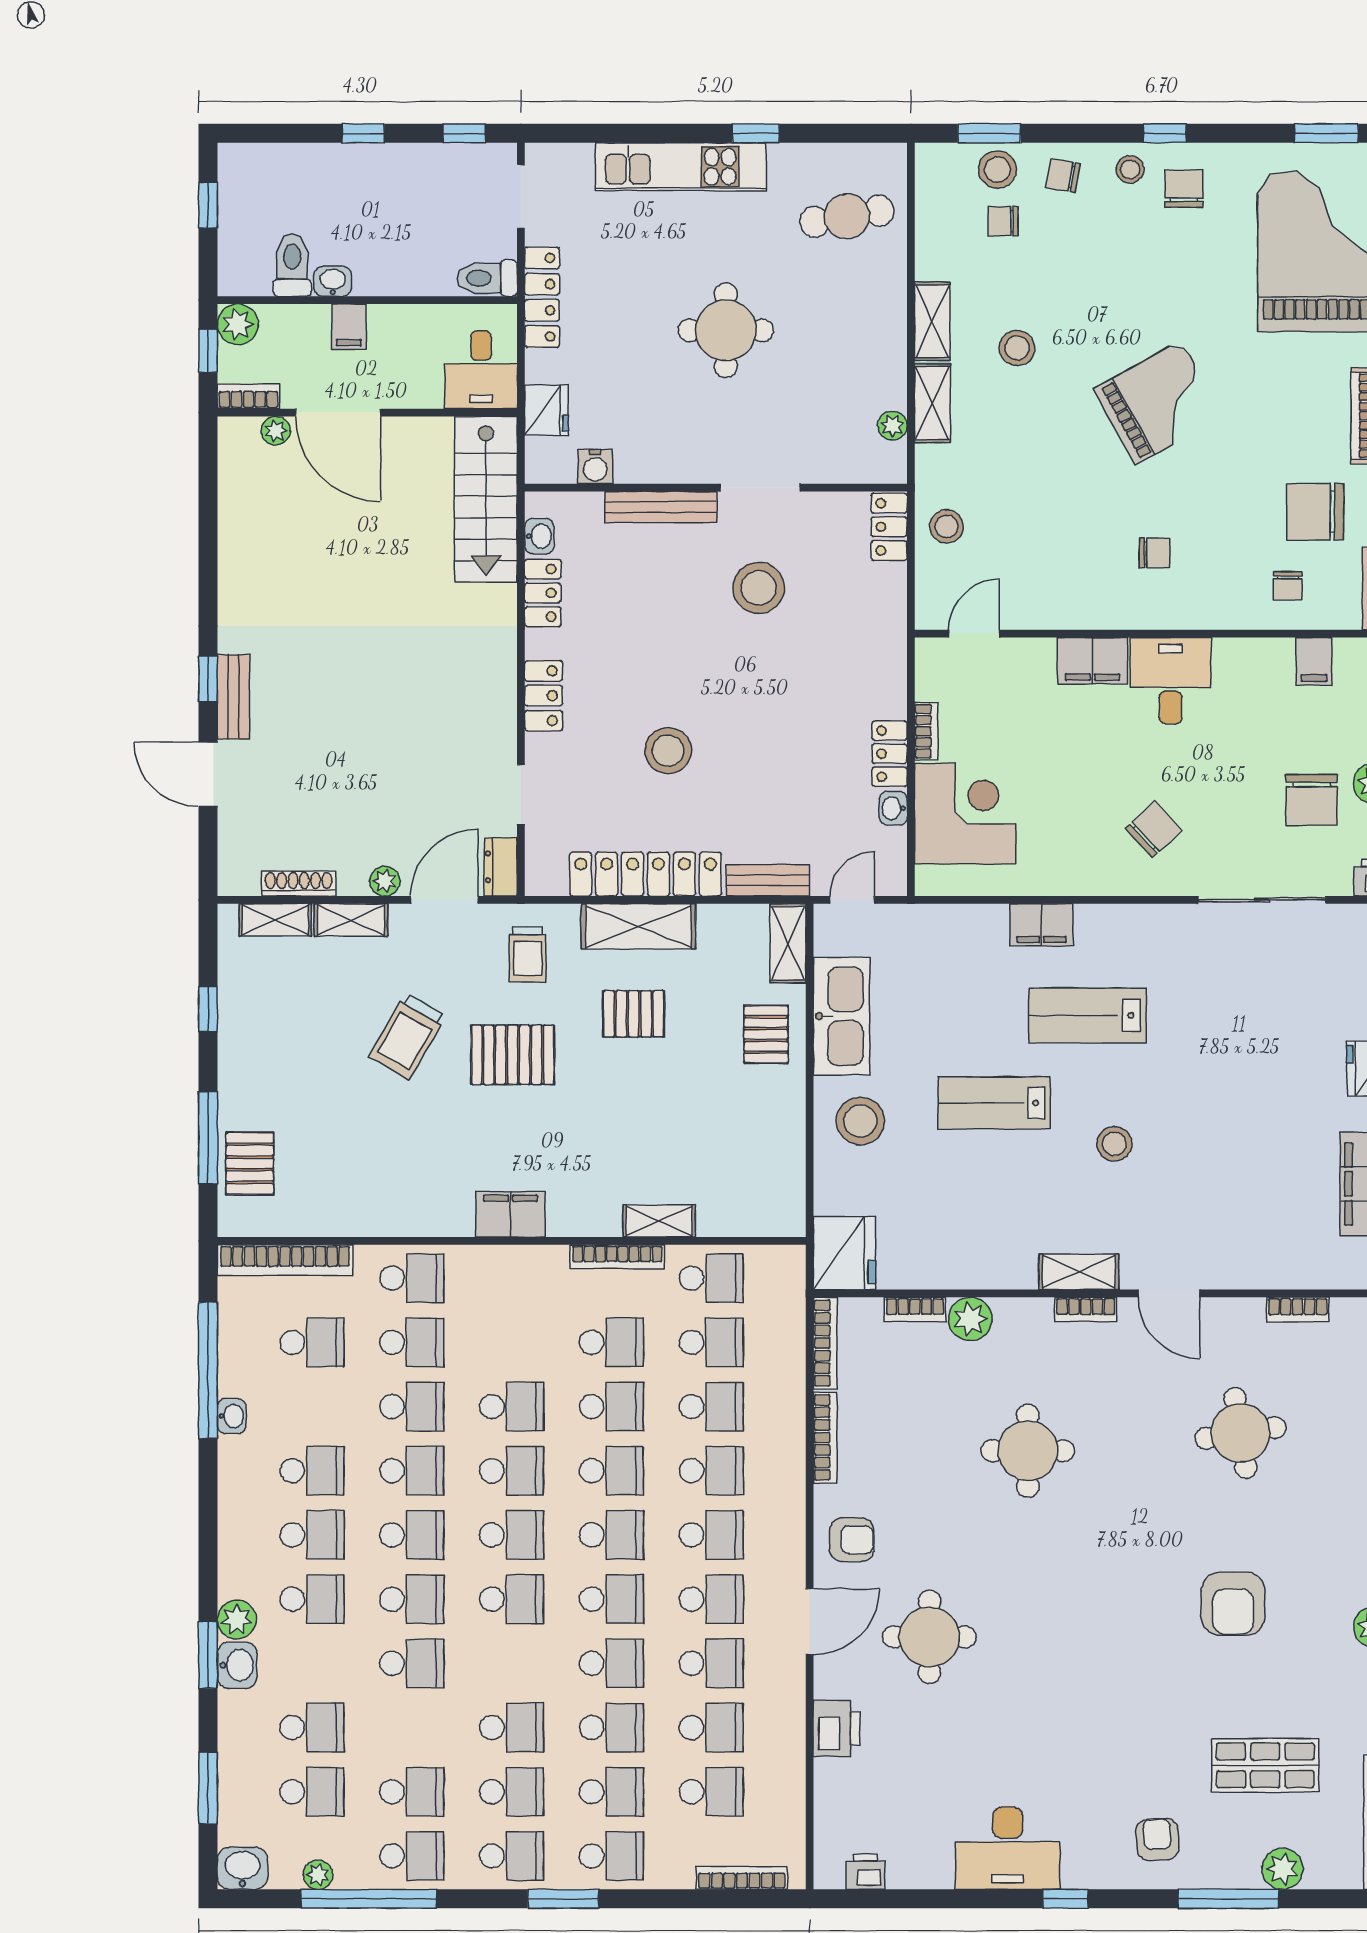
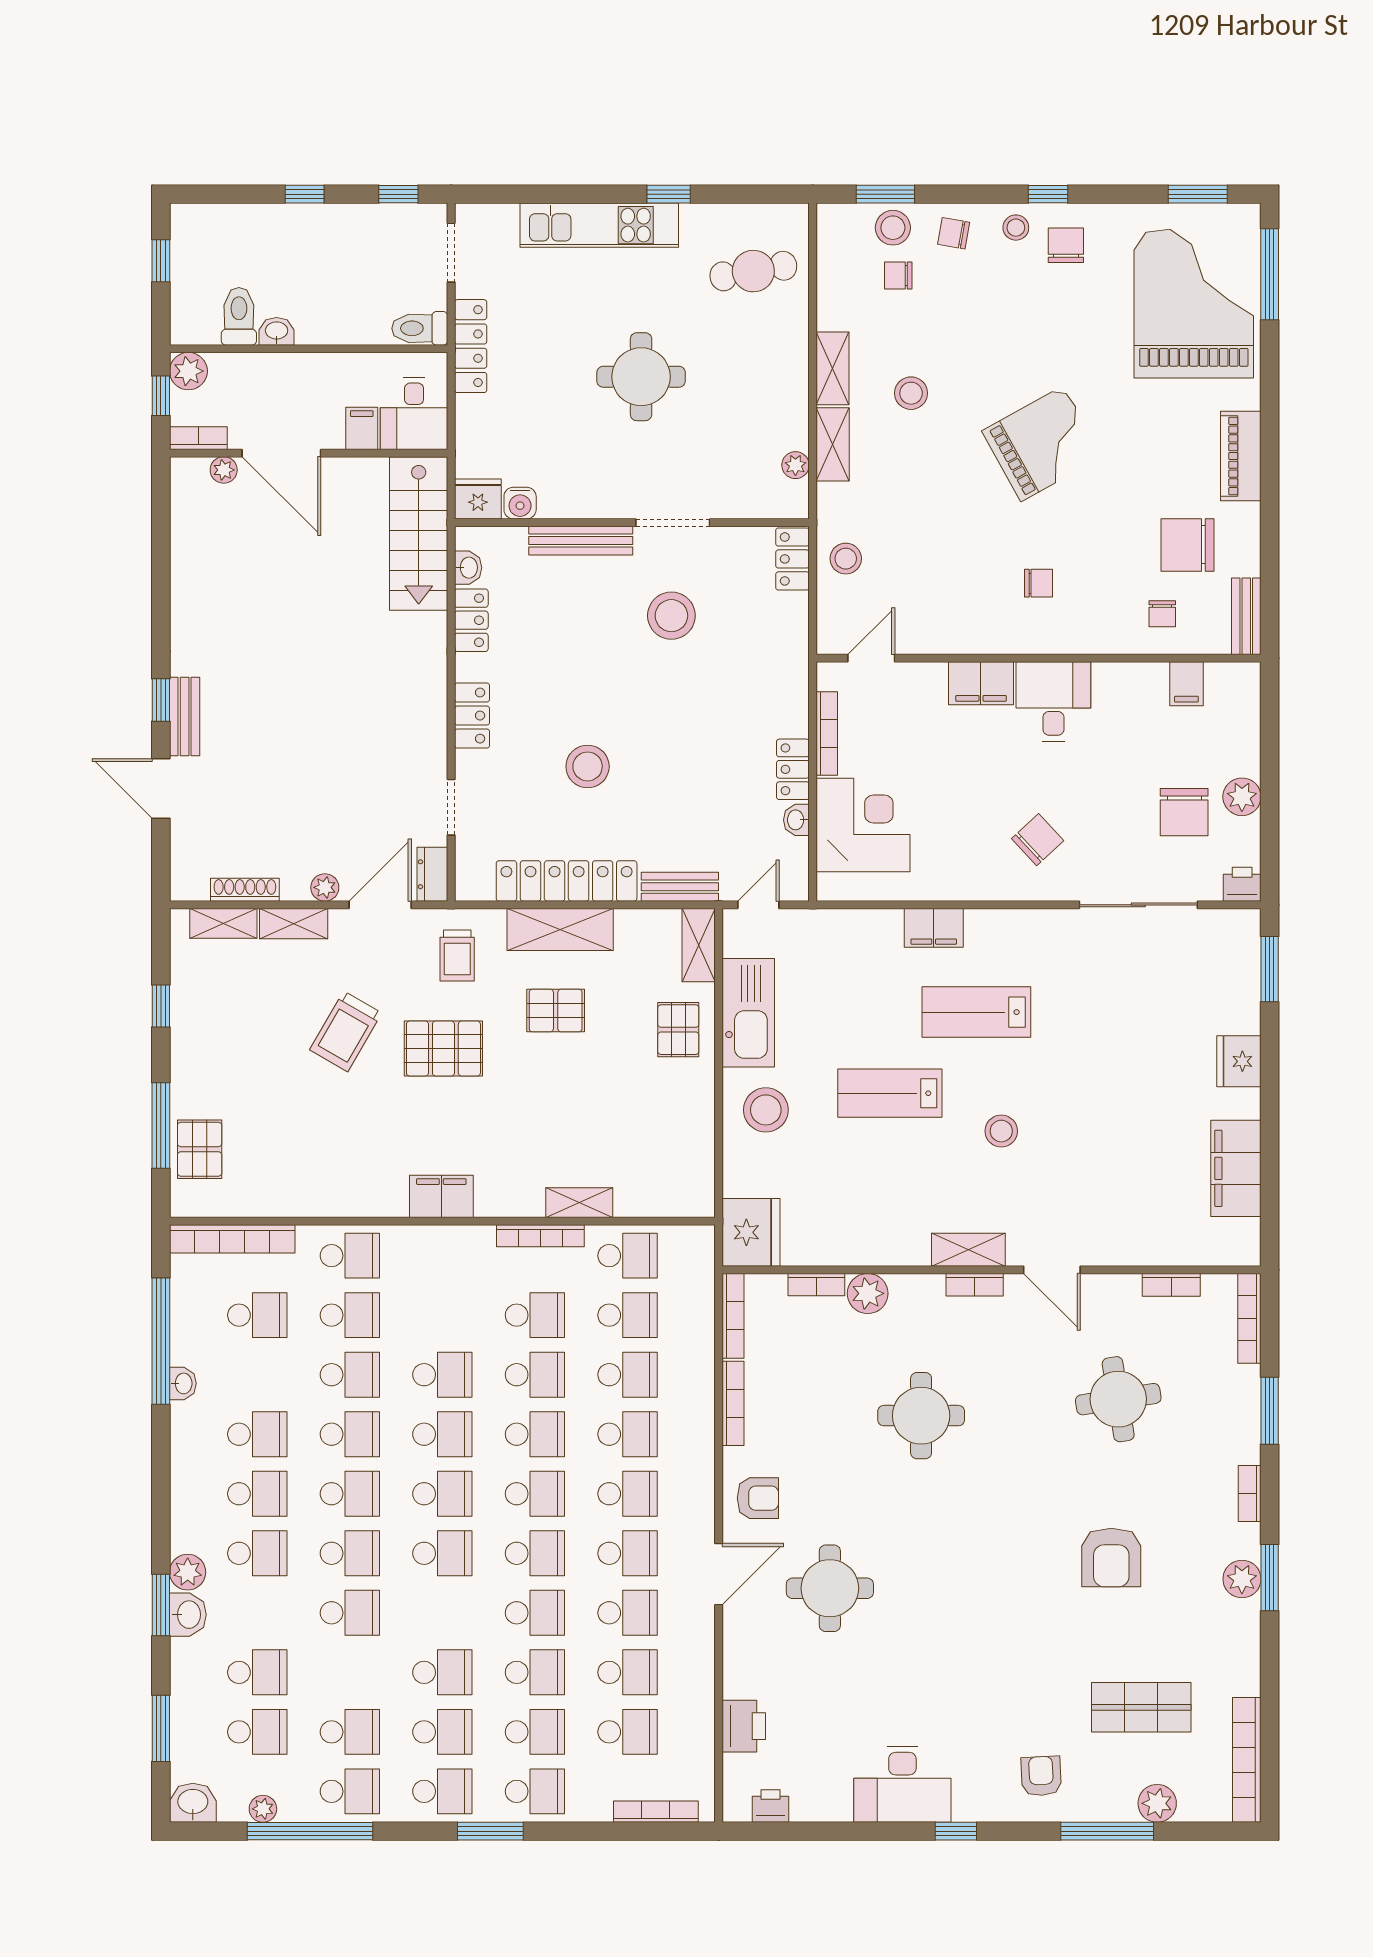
filing cabinet: (349, 327) -> (362, 428), moved, turned 180
fridge: (546, 410) -> (478, 499), moved, turned -90
bookcase: (926, 731) -> (827, 733), width x1.56
printer: (837, 1728) -> (744, 1726), moved

